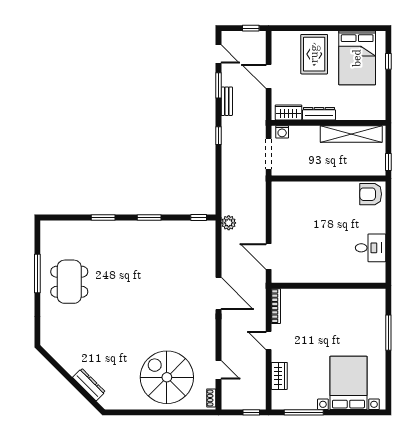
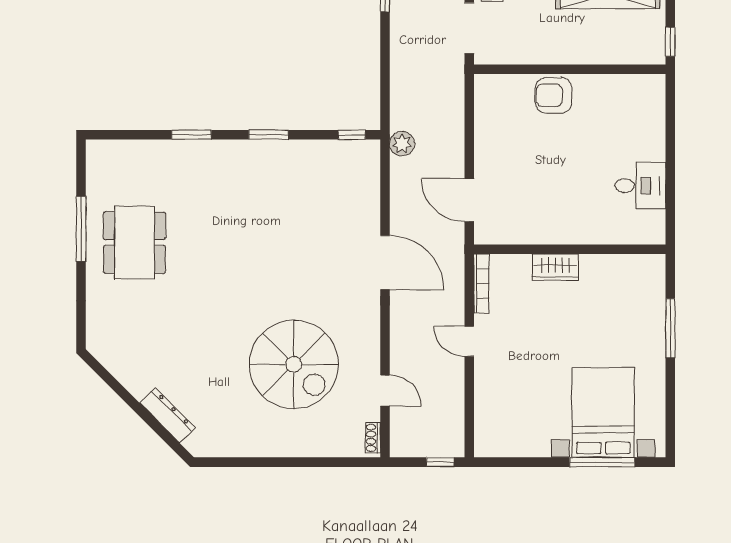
armchair: (371, 194) -> (554, 95), moved
wardrobe: (279, 376) -> (555, 267), moved, turned 90
spiral stairs: (167, 377) -> (294, 364), moved, turned 180
window: (304, 412) -> (602, 462), moved

